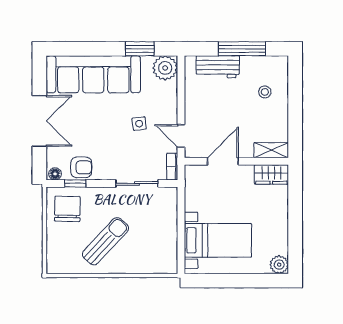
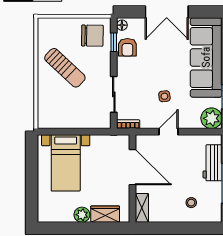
door: (181, 136) -> (169, 132), moved
door: (223, 161) -> (133, 167), width x1.36
wardrobe: (271, 174) -> (105, 214), moved, turned 90
plant: (279, 265) -> (82, 215), moved

